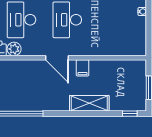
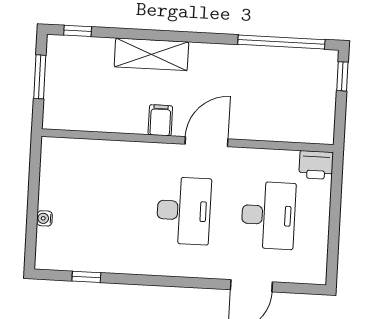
plant: (14, 49) -> (285, 162), removed
door: (57, 58) -> (207, 142), hinge flipped

